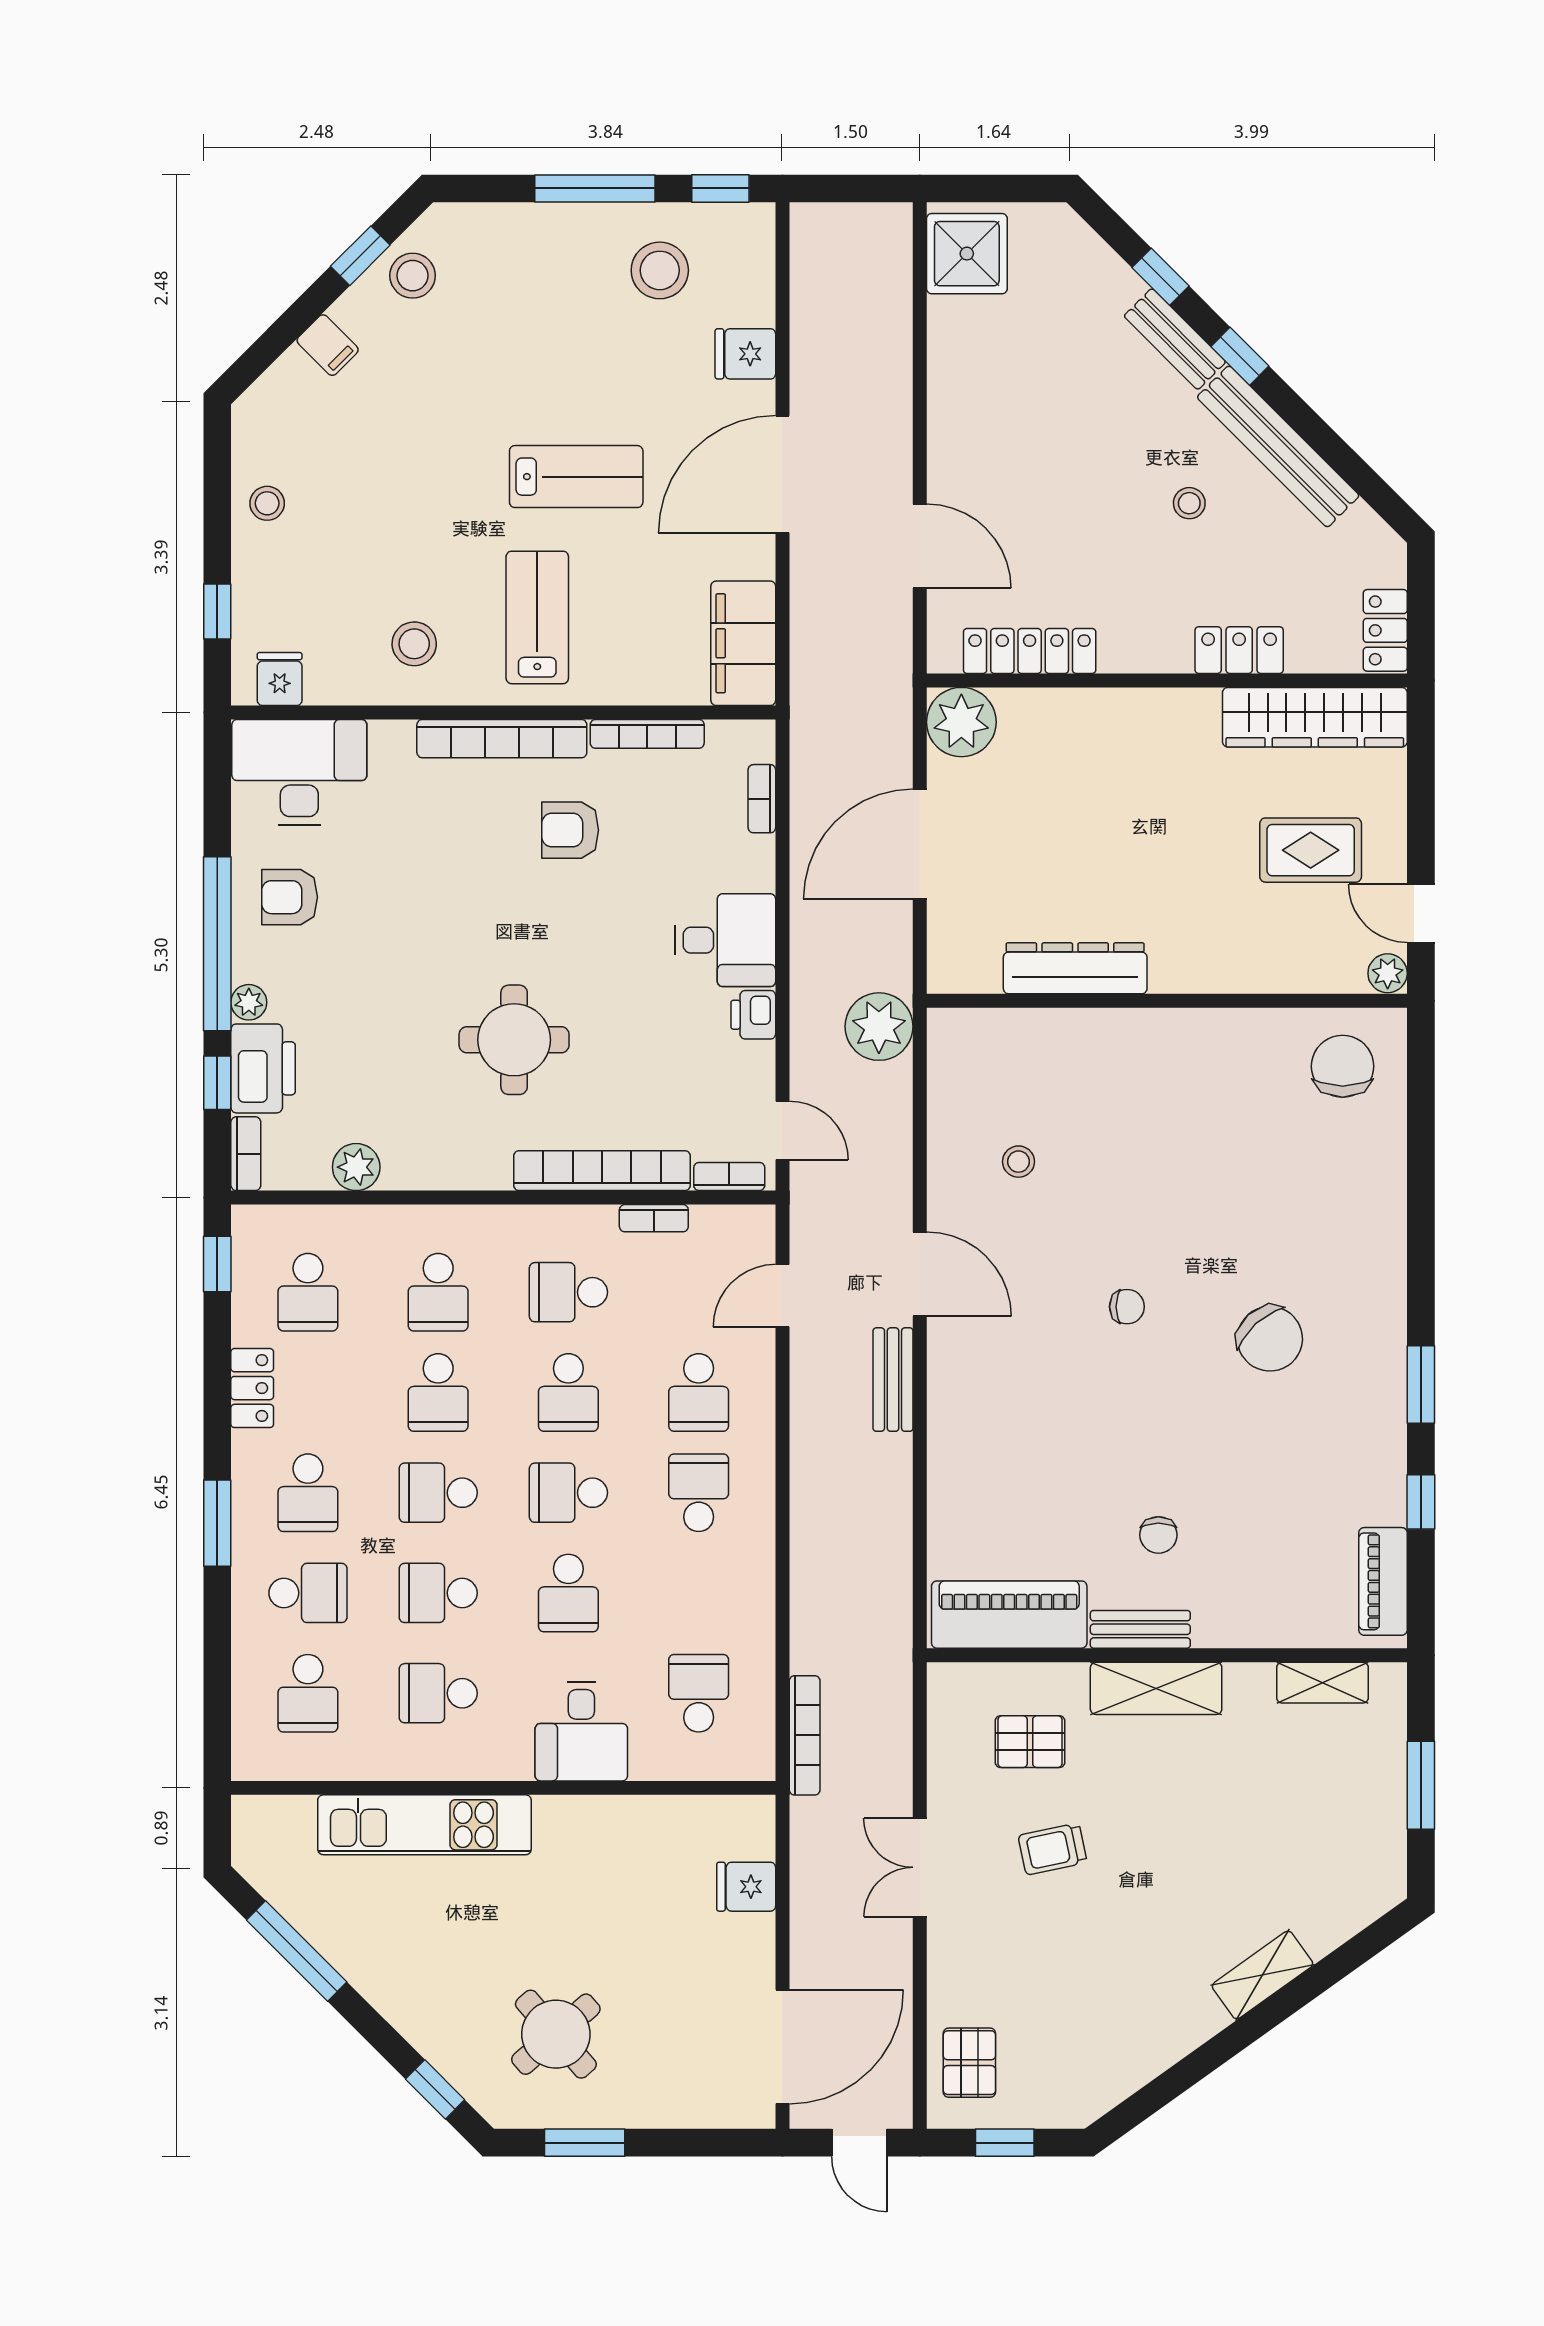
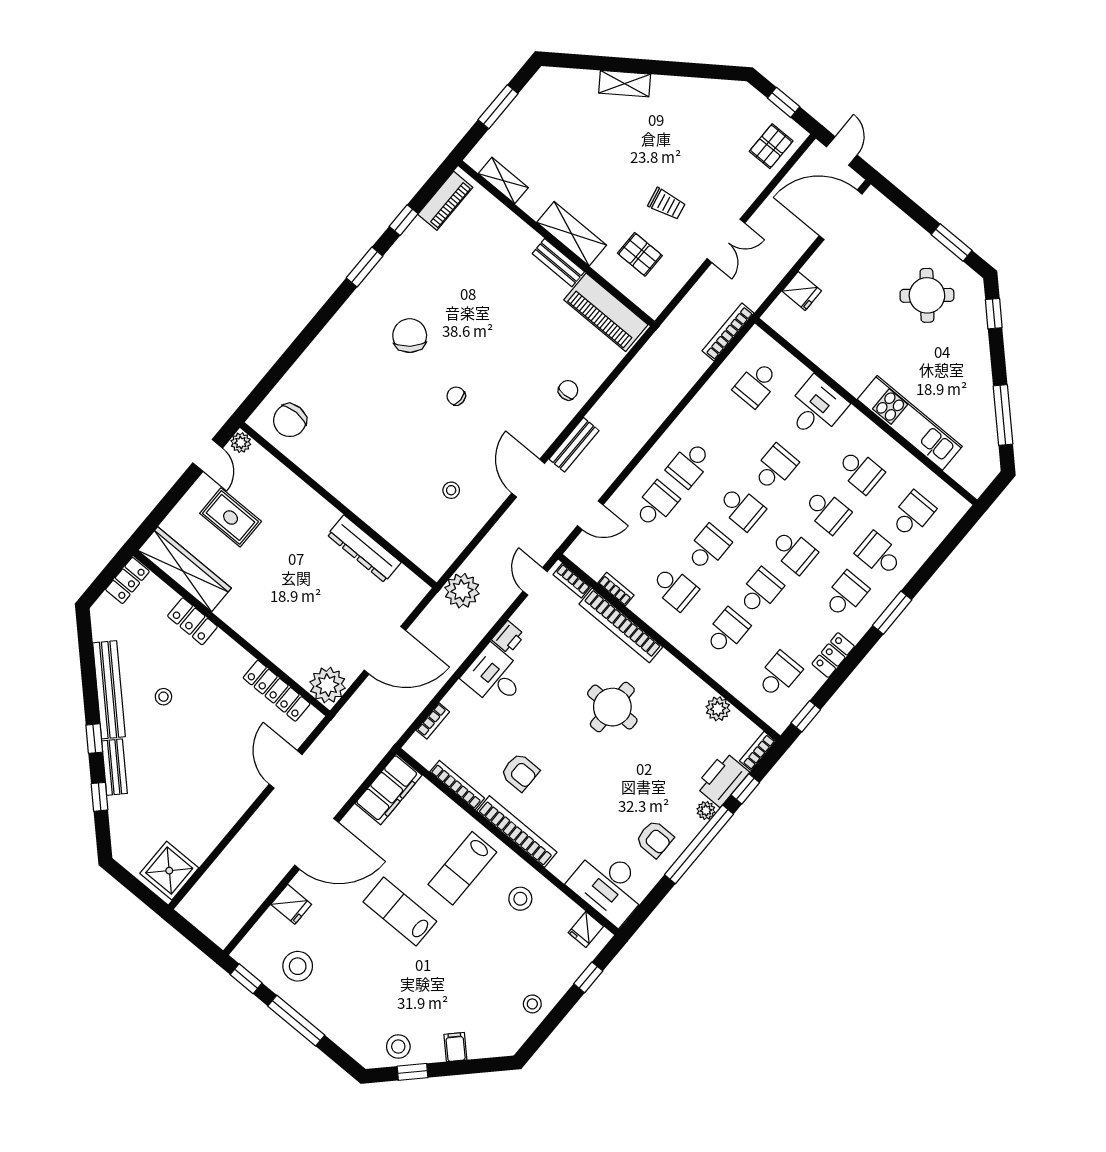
chair: (1158, 1535) -> (568, 390), moved

